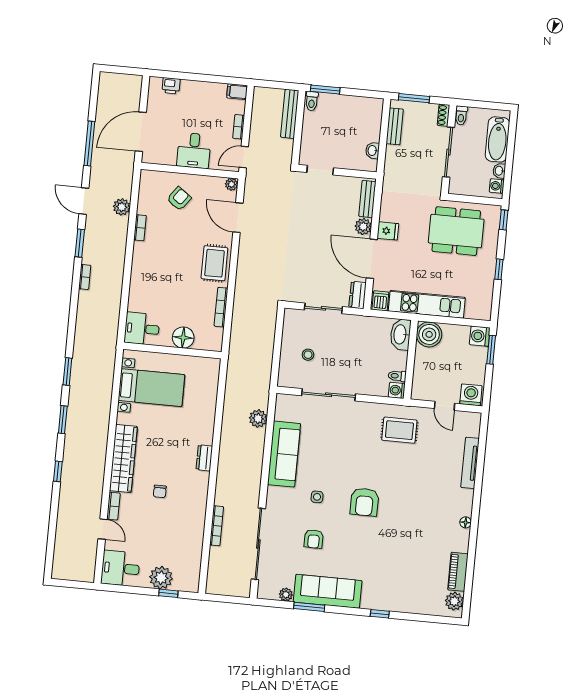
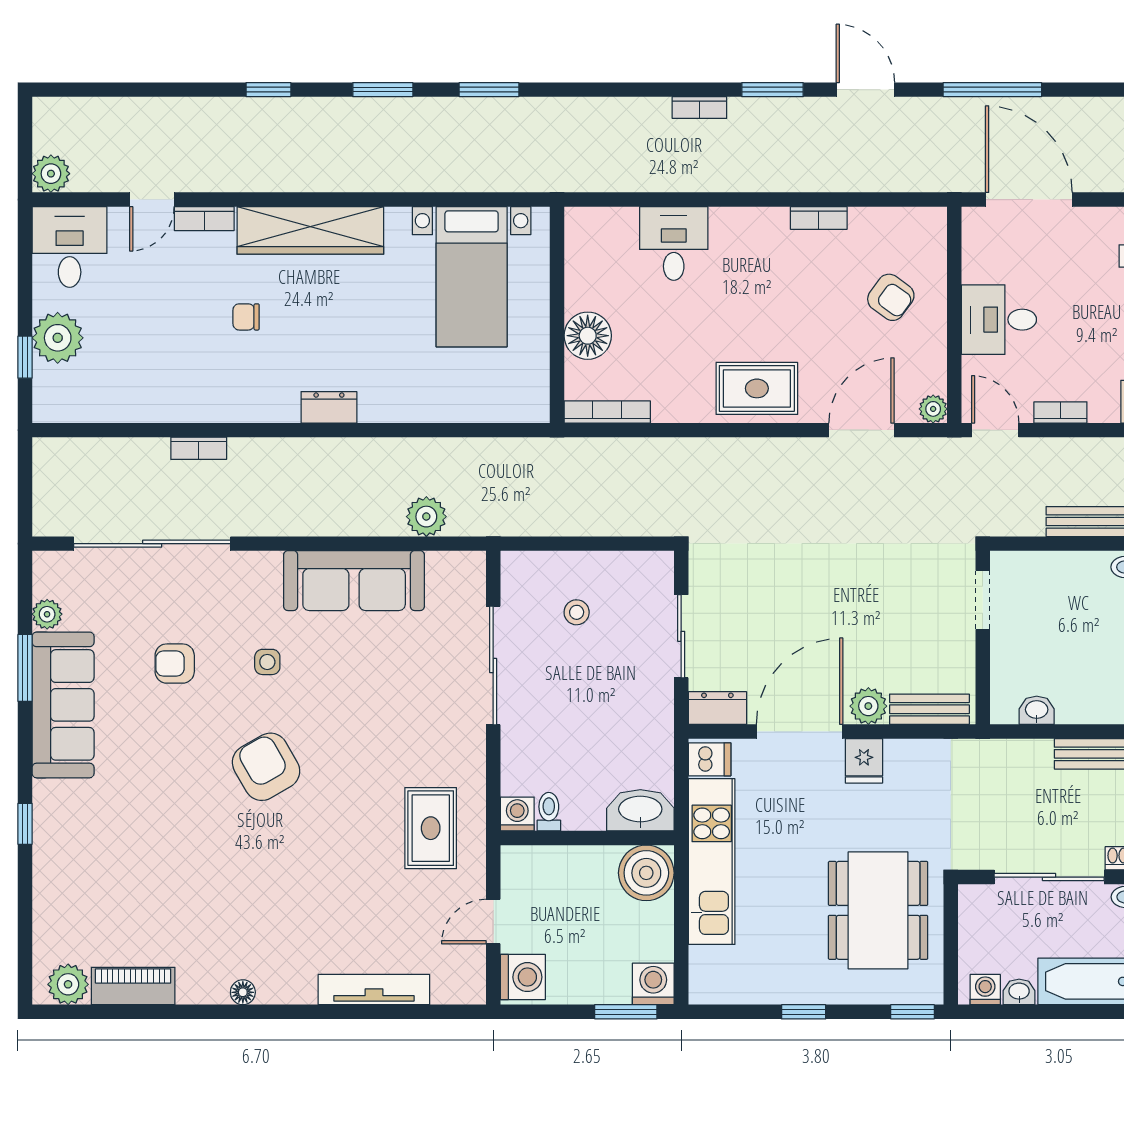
door: (84, 201) -> (865, 90), hinge flipped
plant: (122, 207) -> (51, 174), moved
bookcase: (221, 307) -> (607, 412), moved
desk: (142, 329) -> (674, 244), moved
armchair: (364, 502) -> (266, 767), turned 60
bookcase: (217, 526) -> (199, 448), width x0.64

